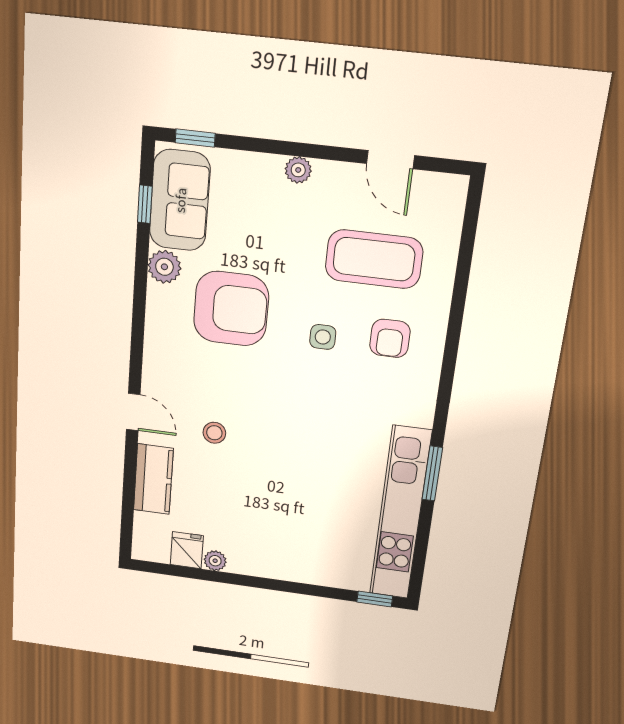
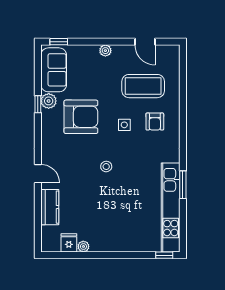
window: (145, 204) -> (38, 104), moved
stool: (214, 433) -> (106, 167), moved

